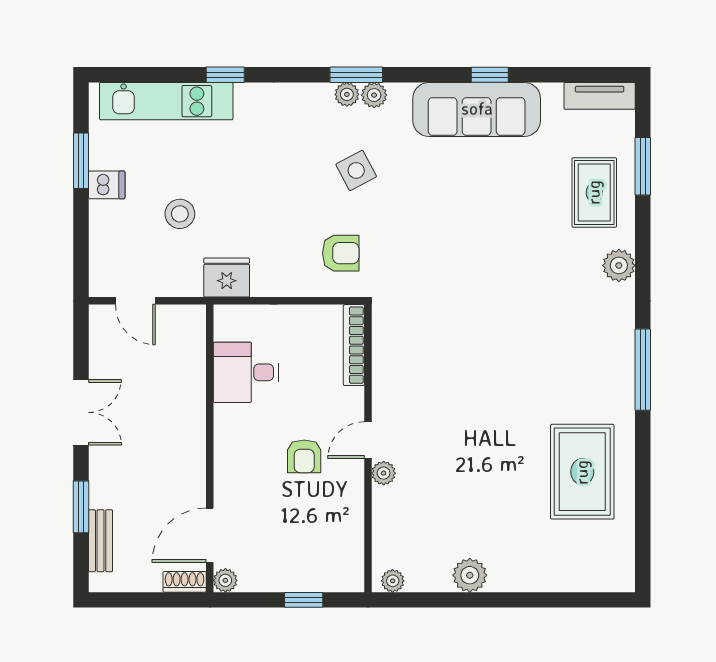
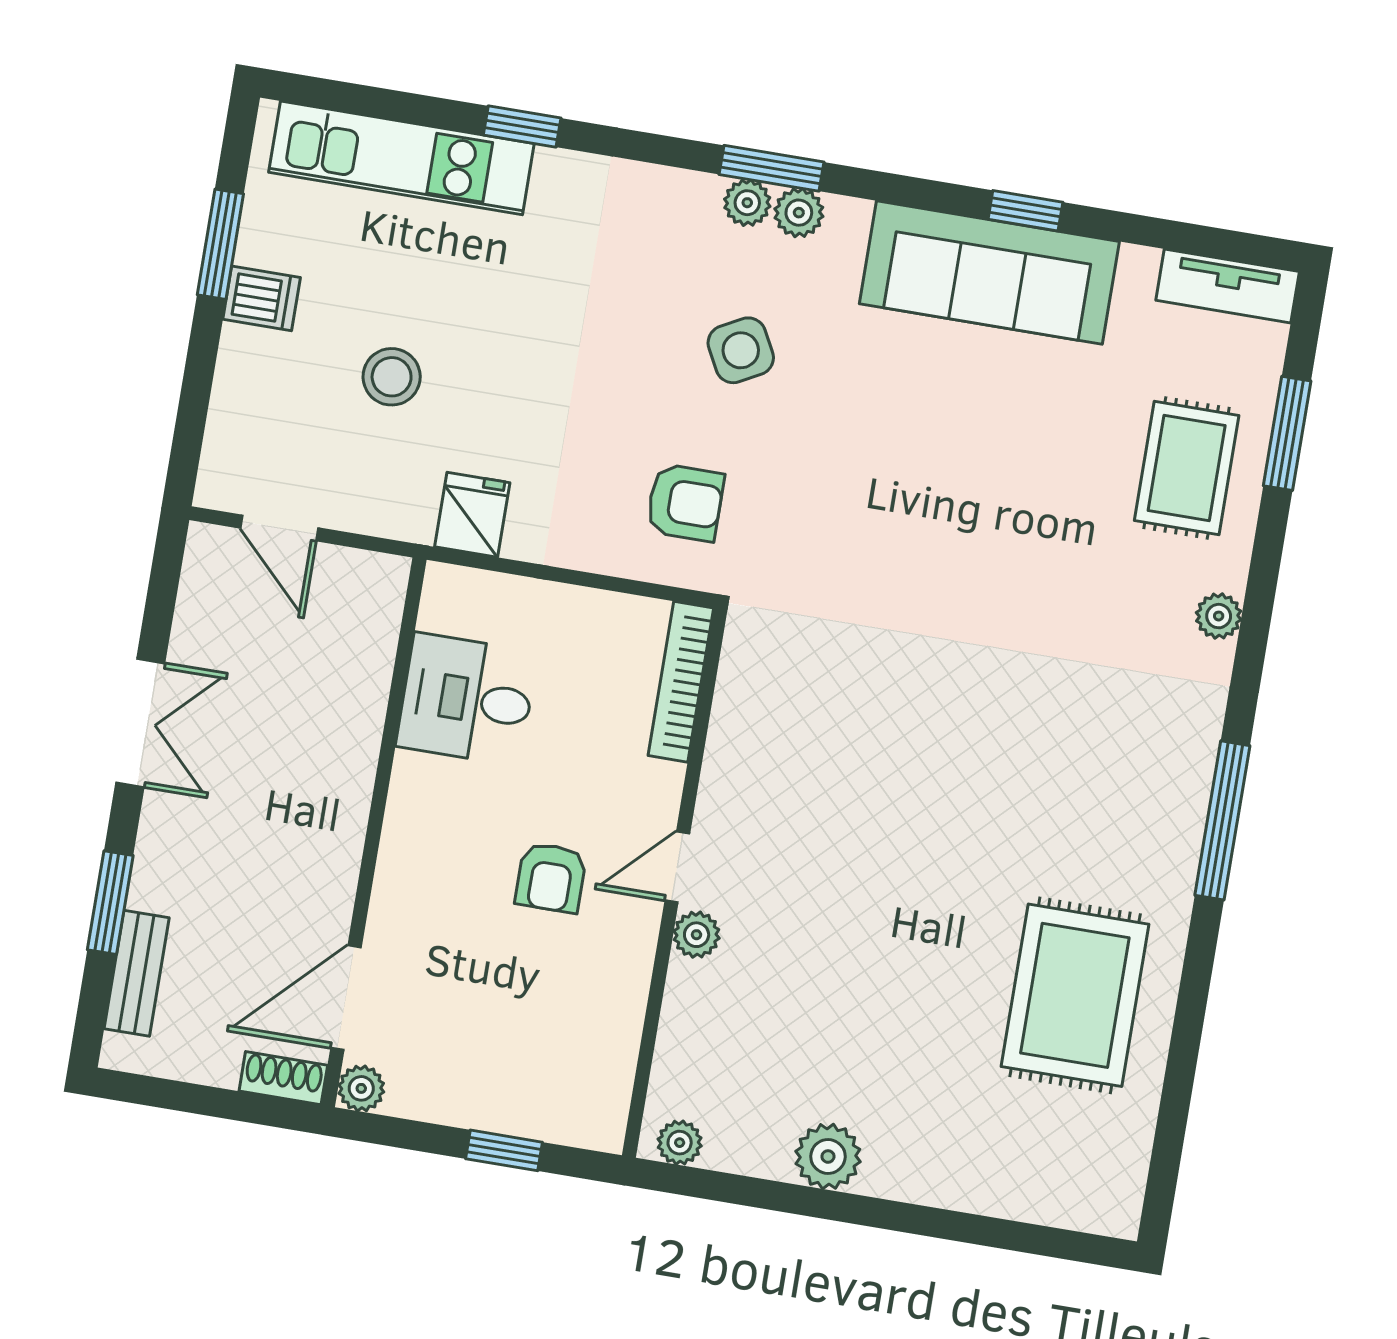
plant: (619, 265) -> (1219, 616), width x0.73, depth x0.73
fridge: (227, 277) -> (472, 515), width x0.72

